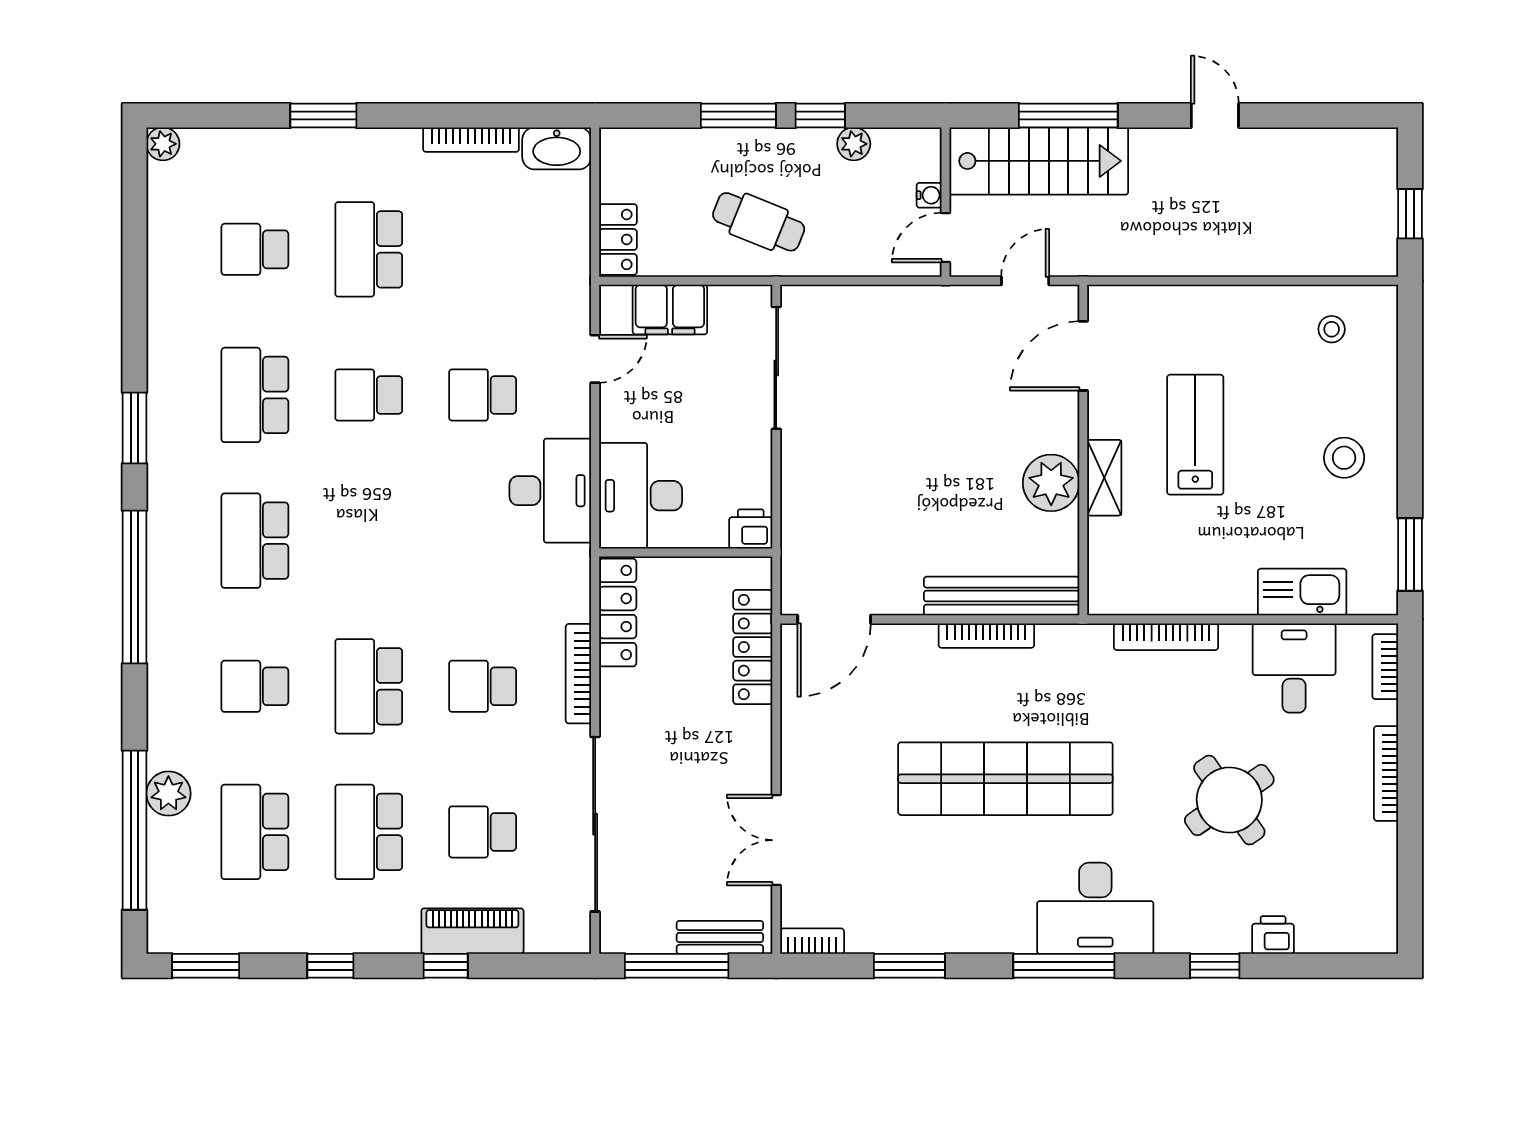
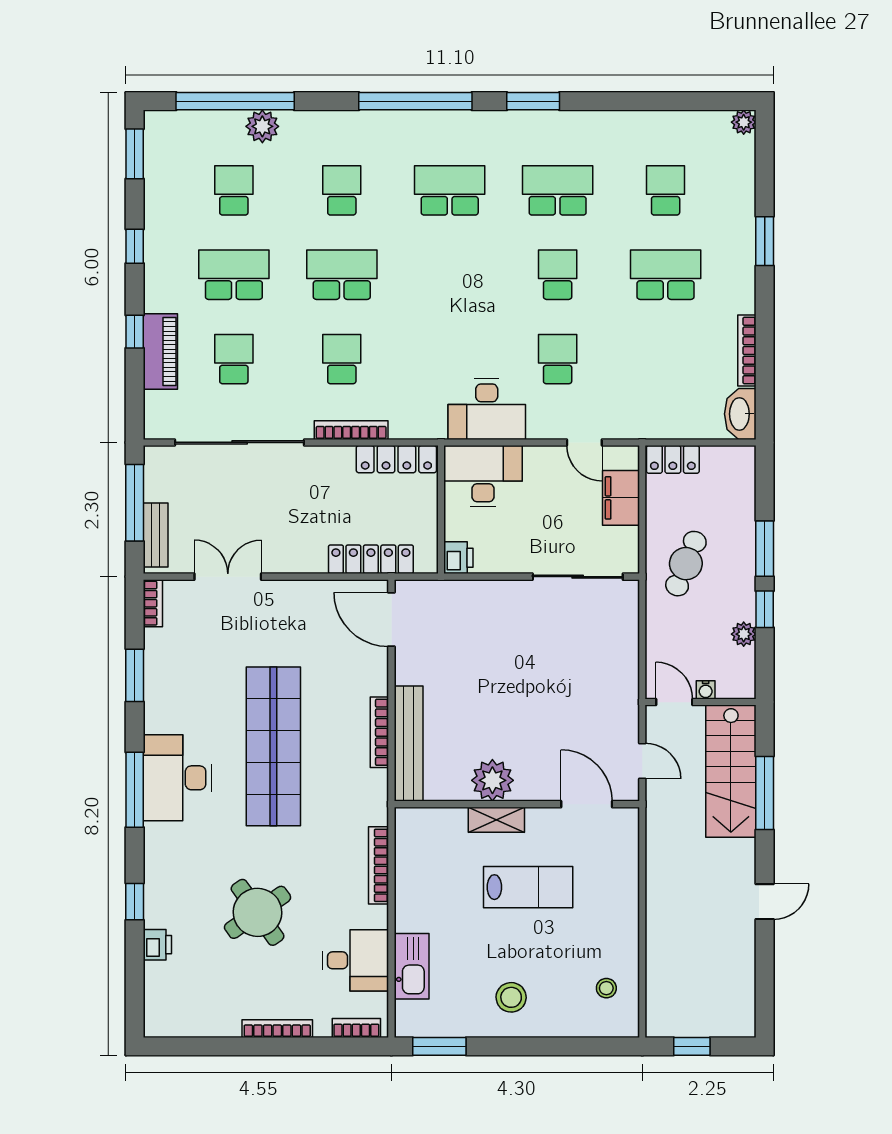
school desk: (255, 832) -> (234, 190), width x0.54
desk: (1095, 908) -> (177, 778), moved

